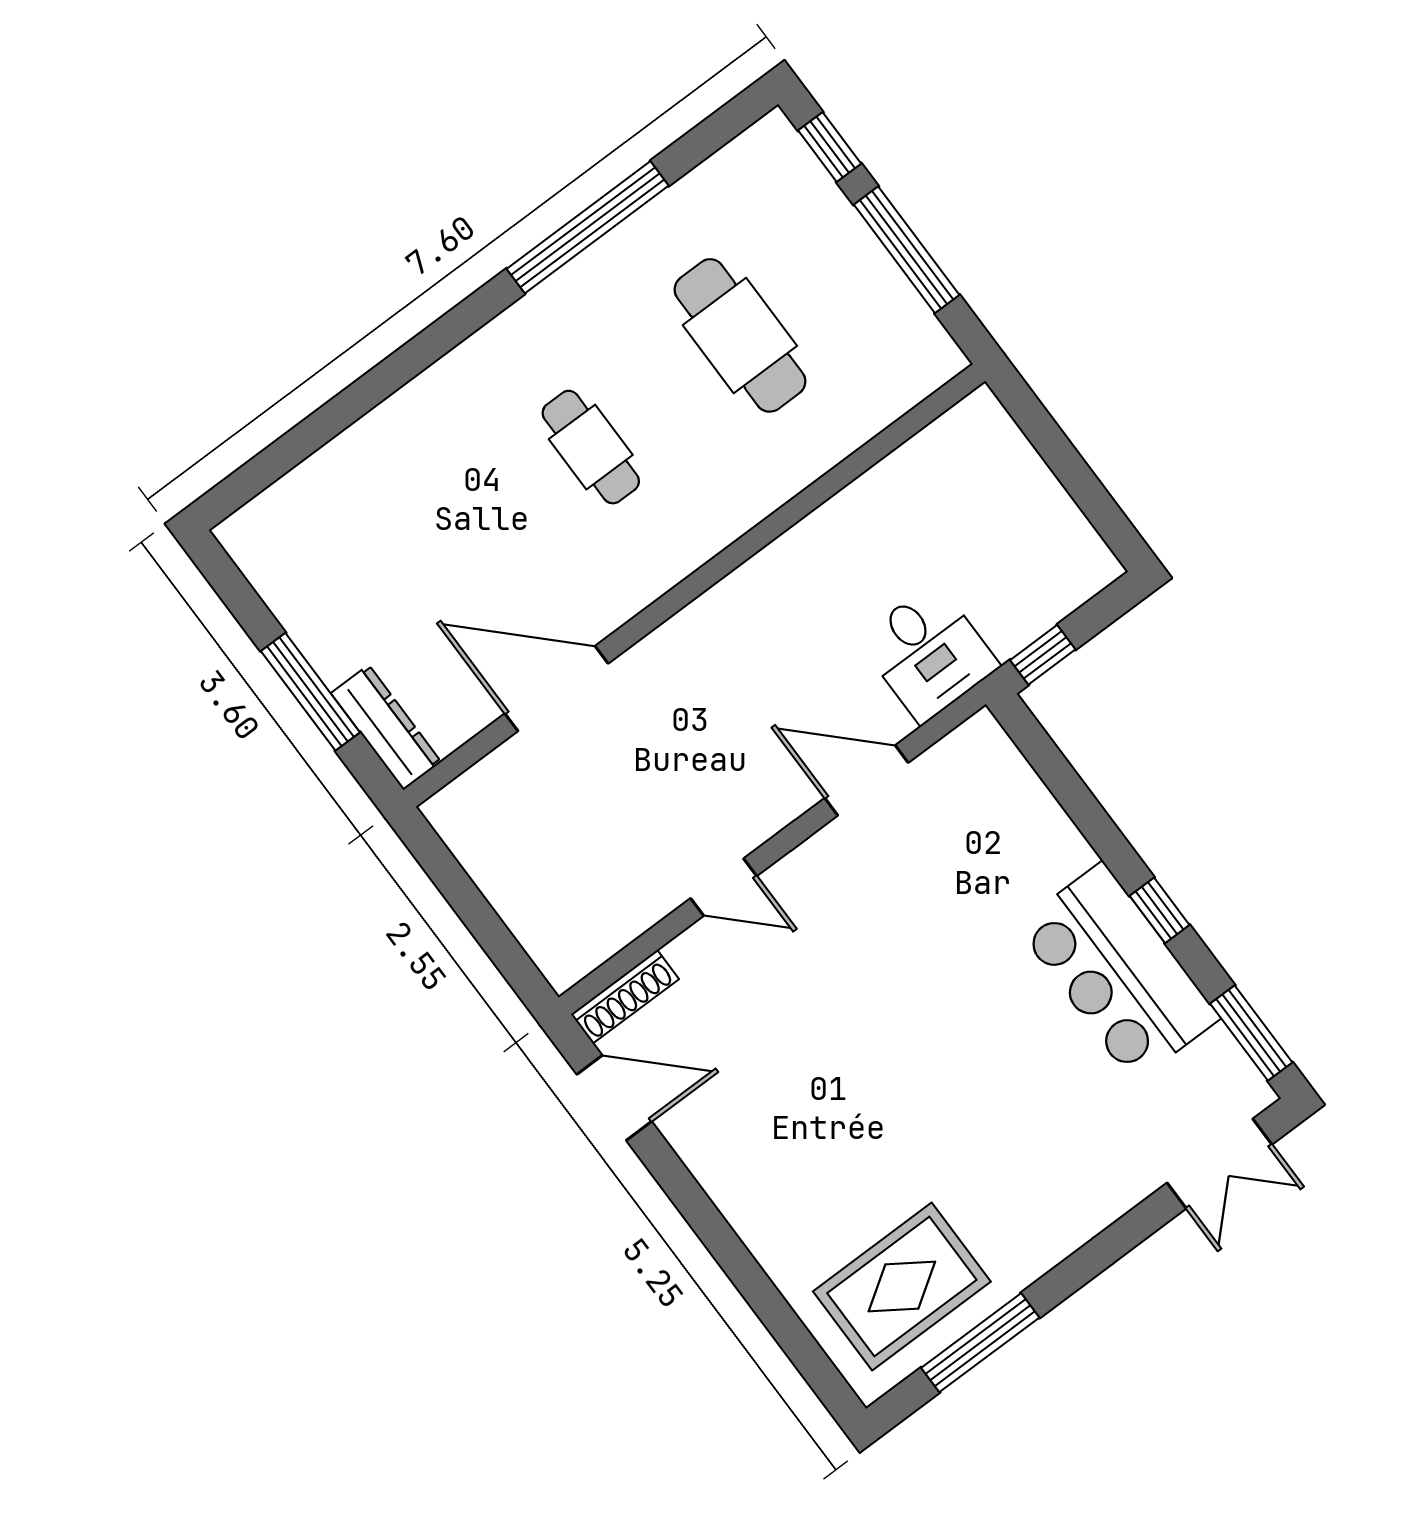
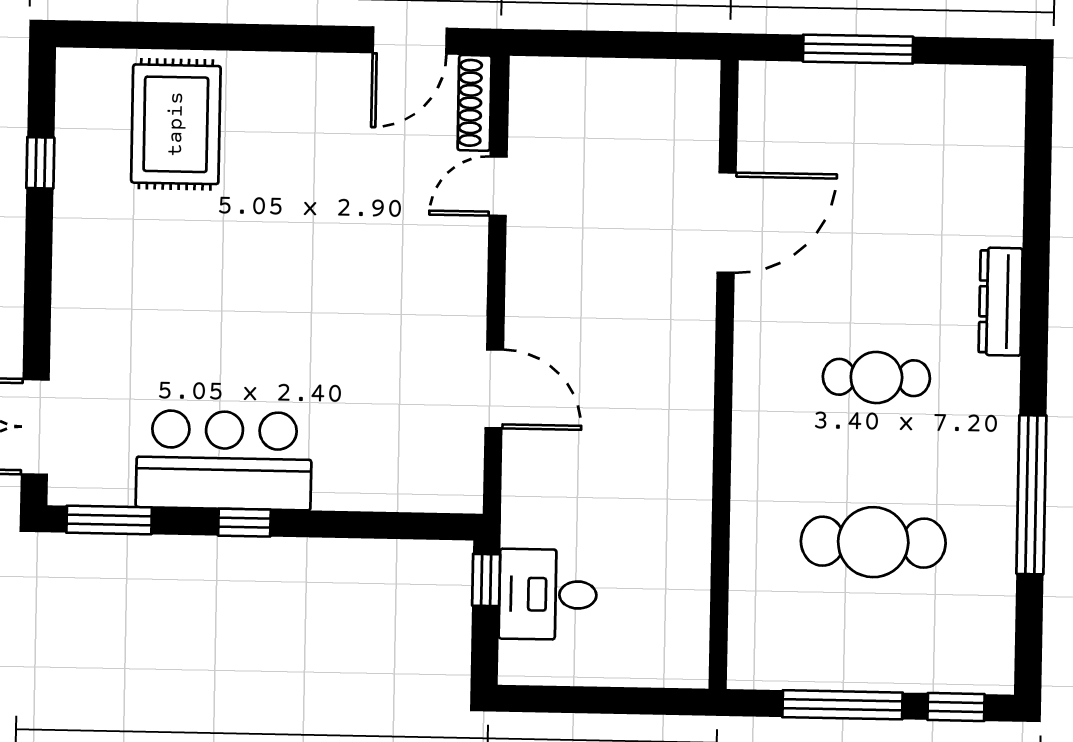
desk: (928, 653) -> (548, 594), moved
dresser: (386, 728) -> (1001, 302), moved, turned 90
door: (866, 780) -> (494, 389), hinge flipped
door: (724, 887) -> (498, 186), moved
rug: (902, 1286) -> (176, 124), moved
window: (980, 1343) -> (40, 163), width x0.46

